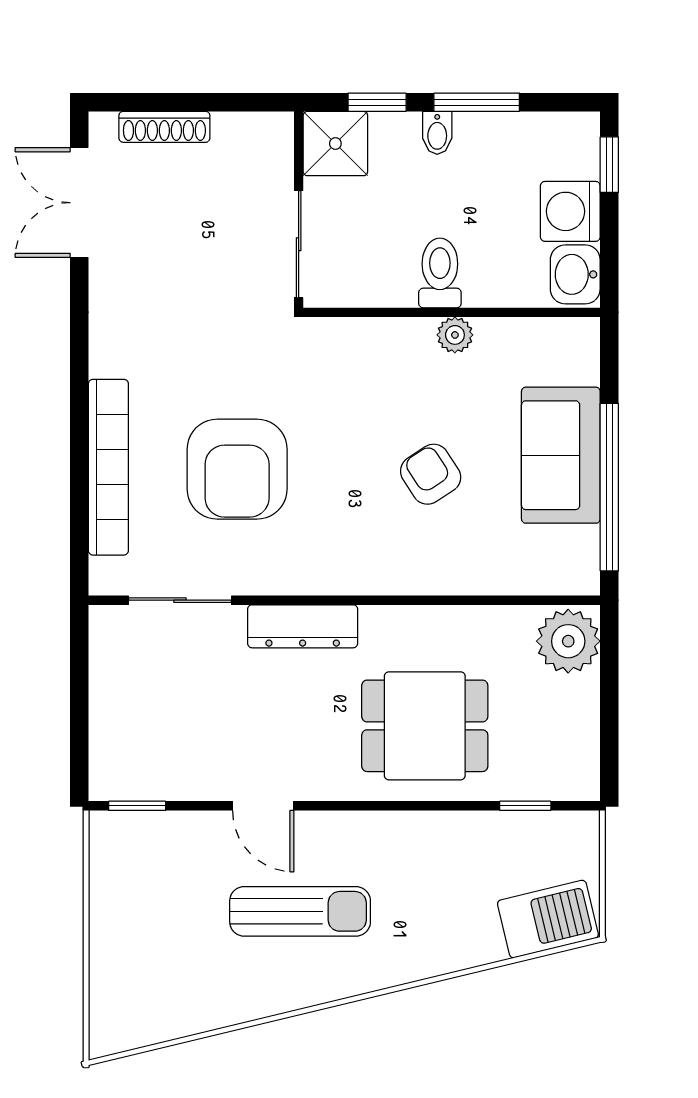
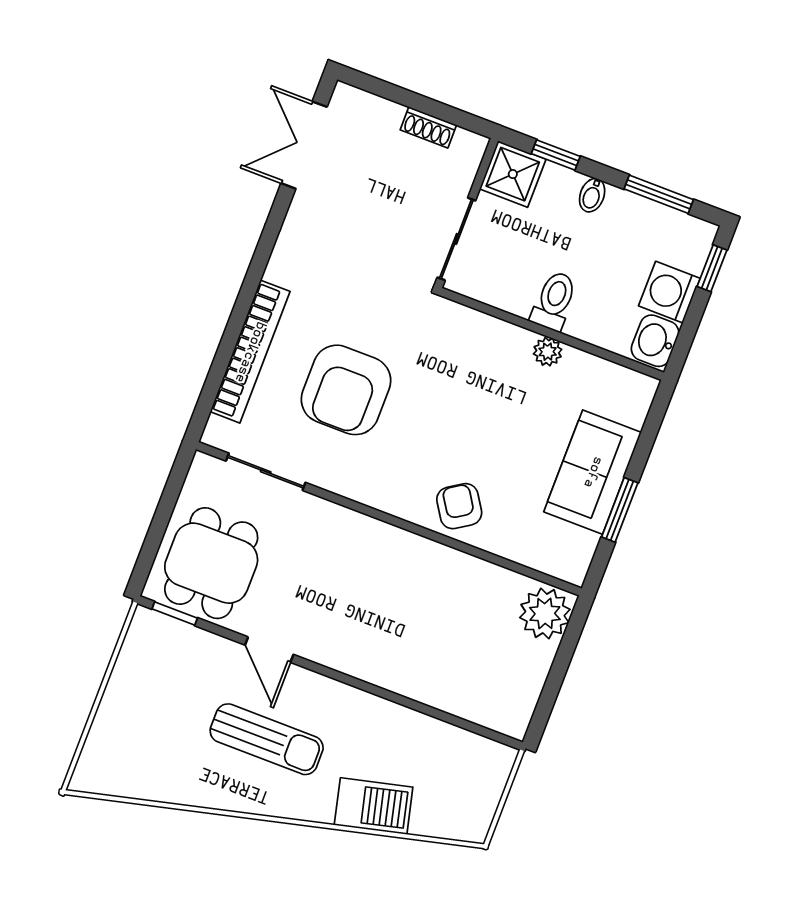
window: (477, 102) -> (659, 194), moved
shoe rack: (164, 127) -> (428, 127), moved, width x0.70
armchair: (431, 474) -> (459, 506), moved
window: (609, 487) -> (620, 510), width x0.47
dresser: (303, 626) -> (350, 526), removed
dining table: (425, 726) -> (211, 563), moved, turned 90
window: (525, 806) -> (466, 725), removed
barbecue: (548, 919) -> (374, 806), moved

